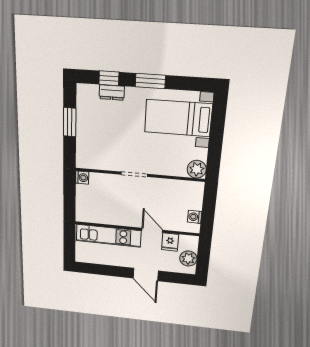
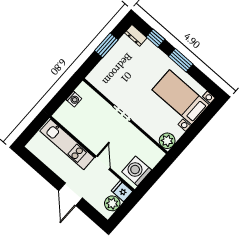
dresser: (112, 92) -> (136, 35), moved
washing machine: (82, 178) -> (74, 99), moved
washing machine: (195, 217) -> (137, 171), width x1.89, depth x1.89
fridge: (170, 242) -> (122, 191), moved, turned 90

